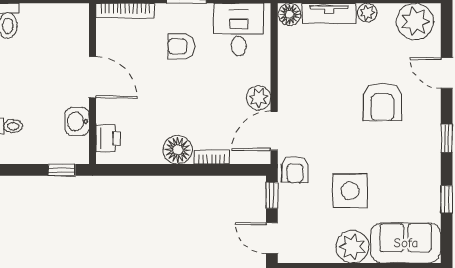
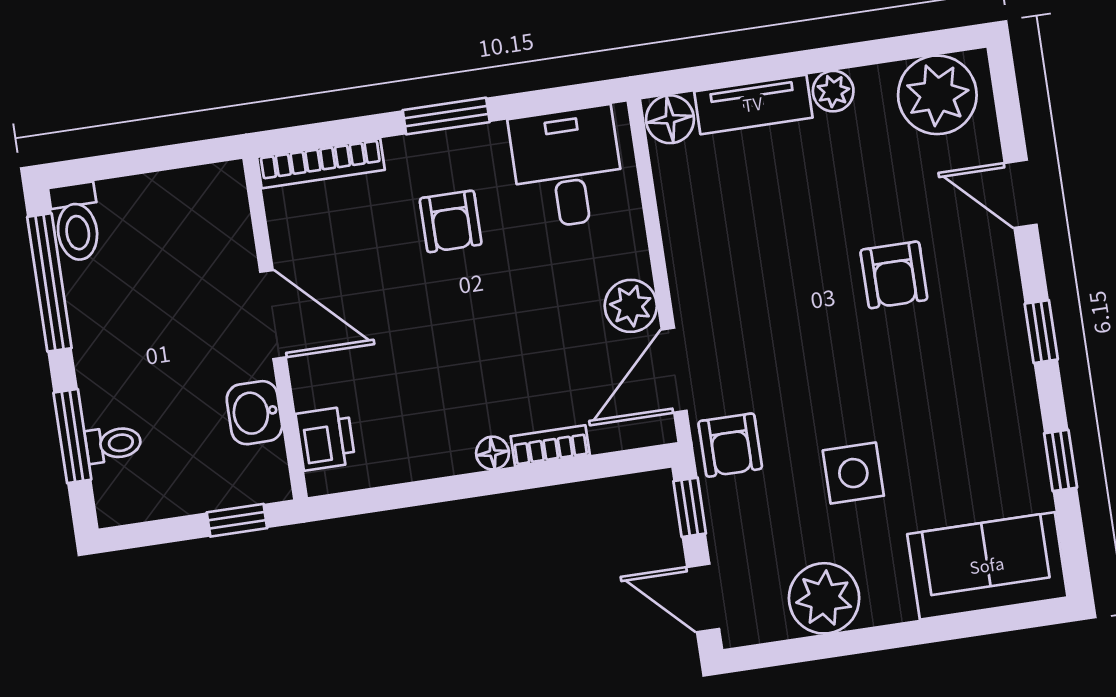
armchair: (181, 47) -> (451, 221), turned -90
armchair: (382, 102) -> (894, 275), width x0.72, depth x0.72
floor lamp: (178, 150) -> (493, 453), width x0.53, depth x0.53
side table: (350, 191) -> (853, 473), width x0.73, depth x0.73
plant: (352, 247) -> (824, 598), moved

